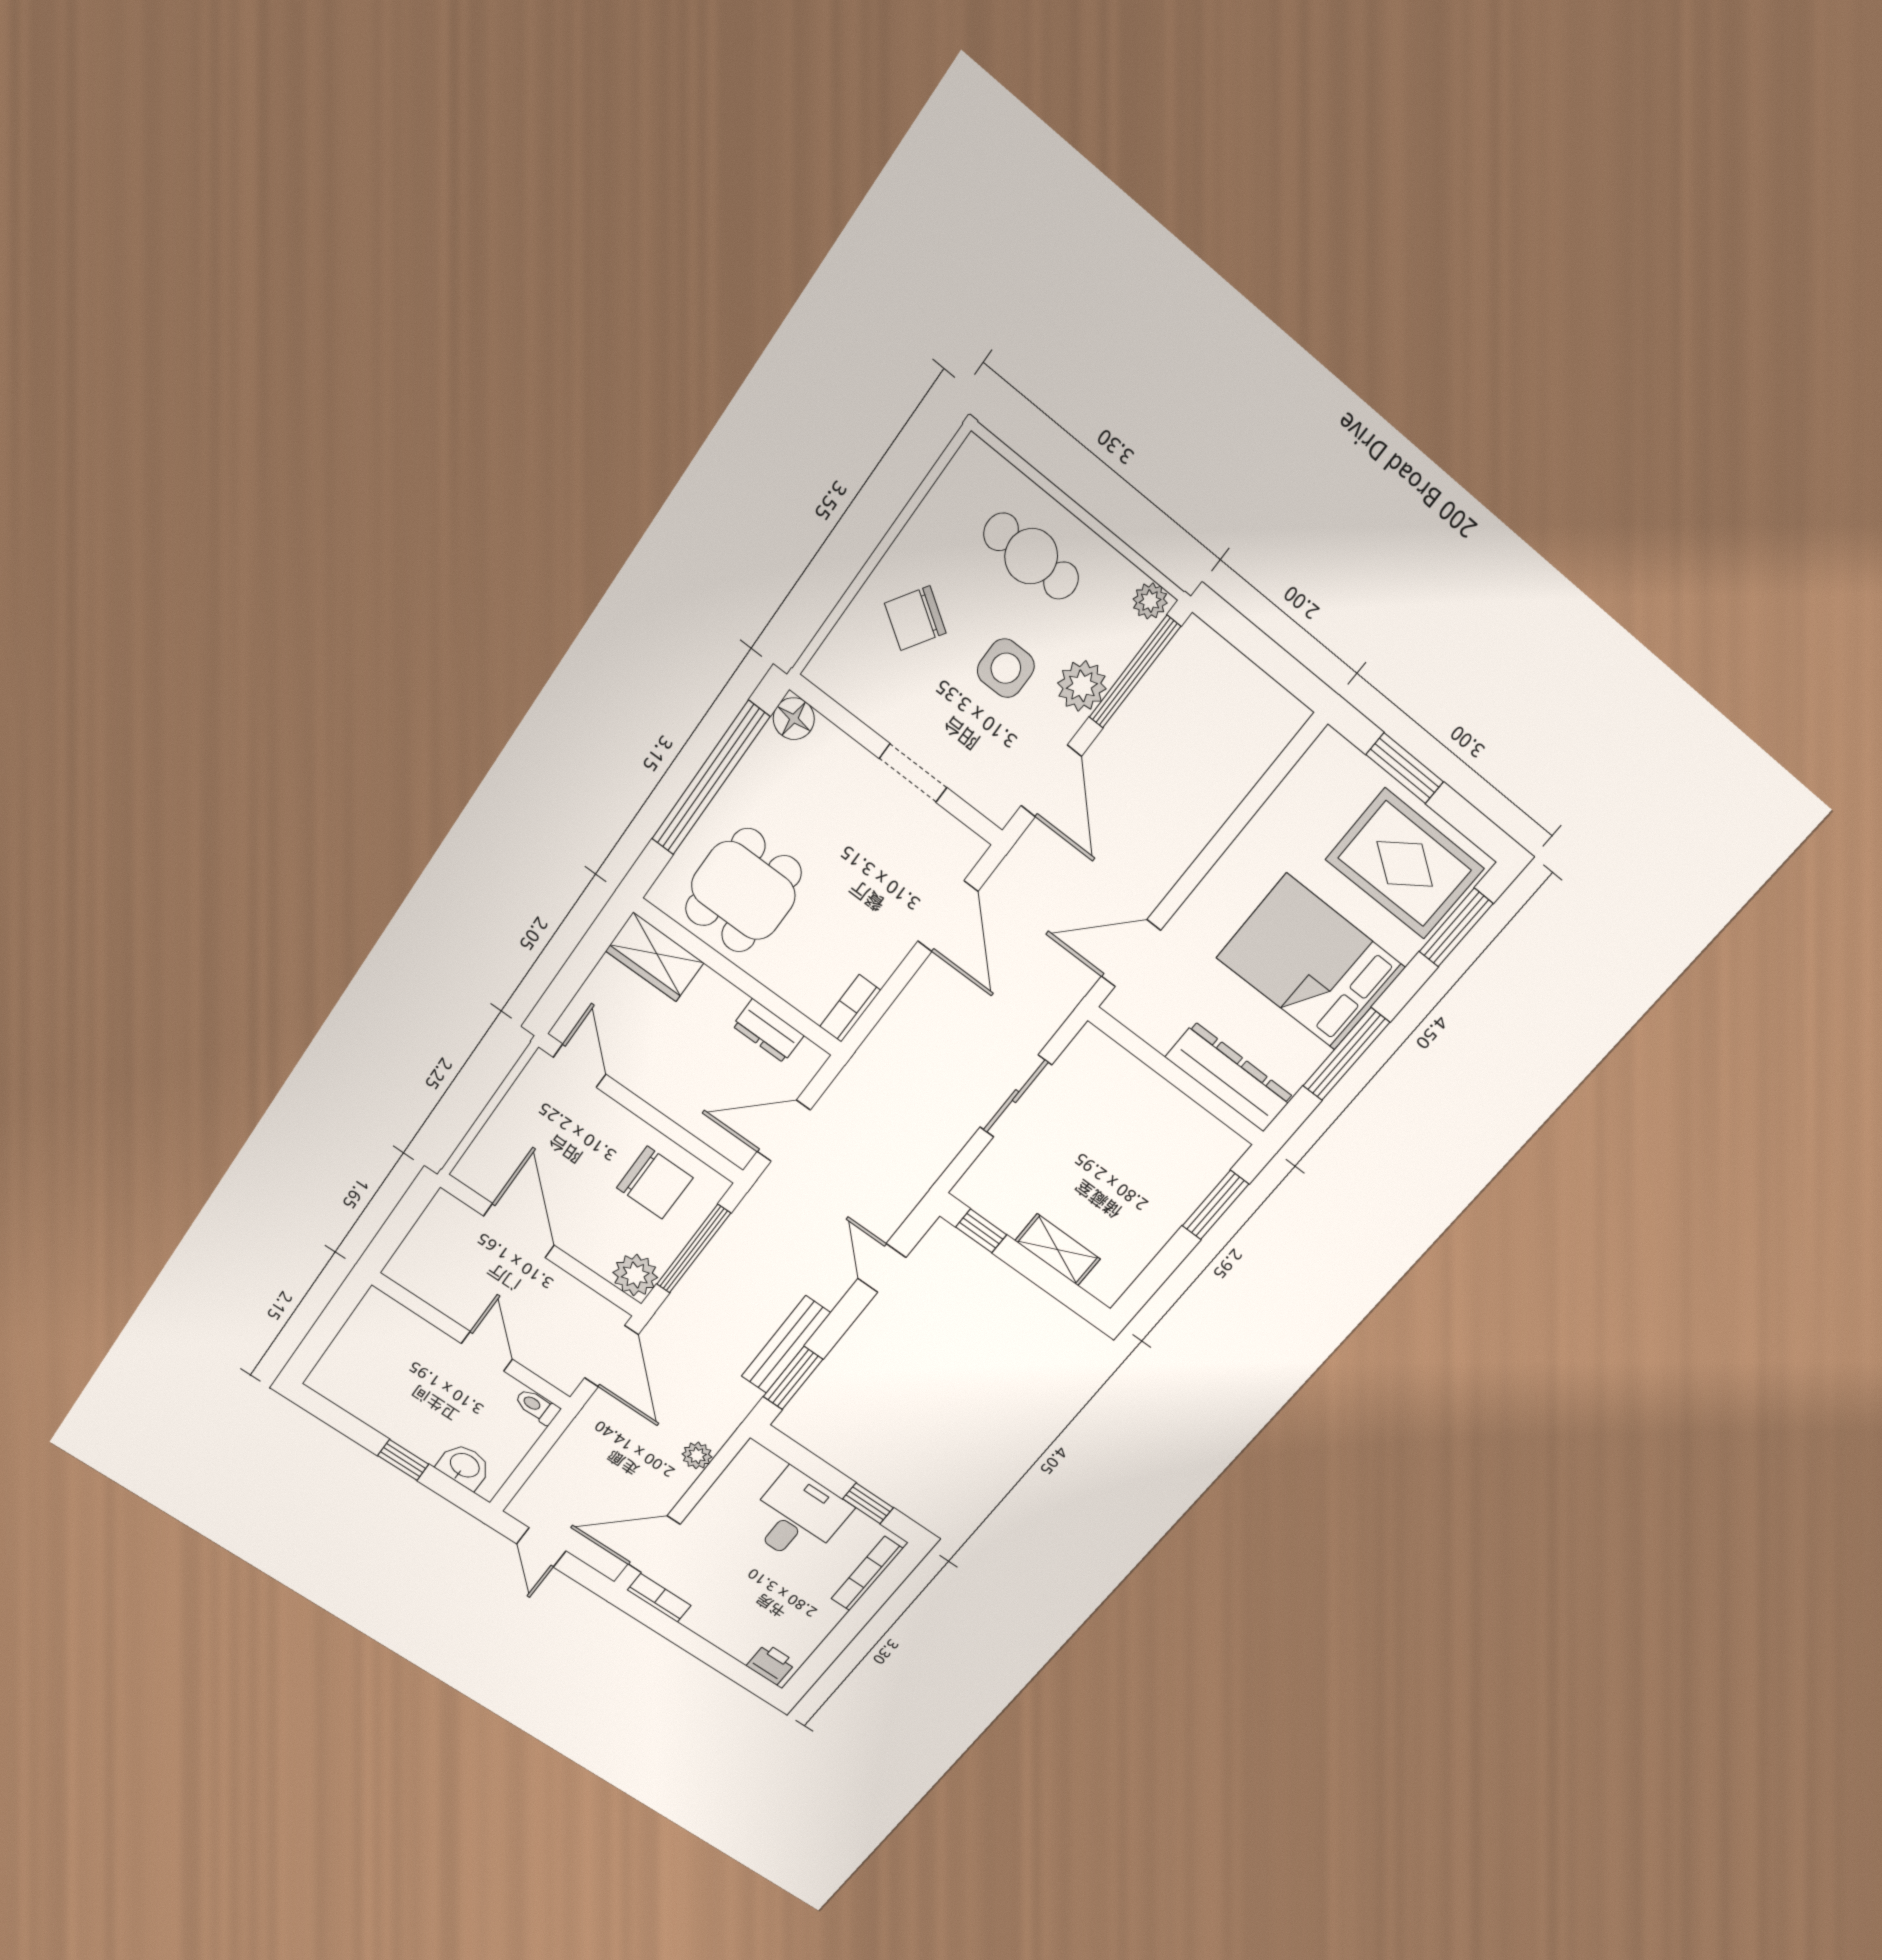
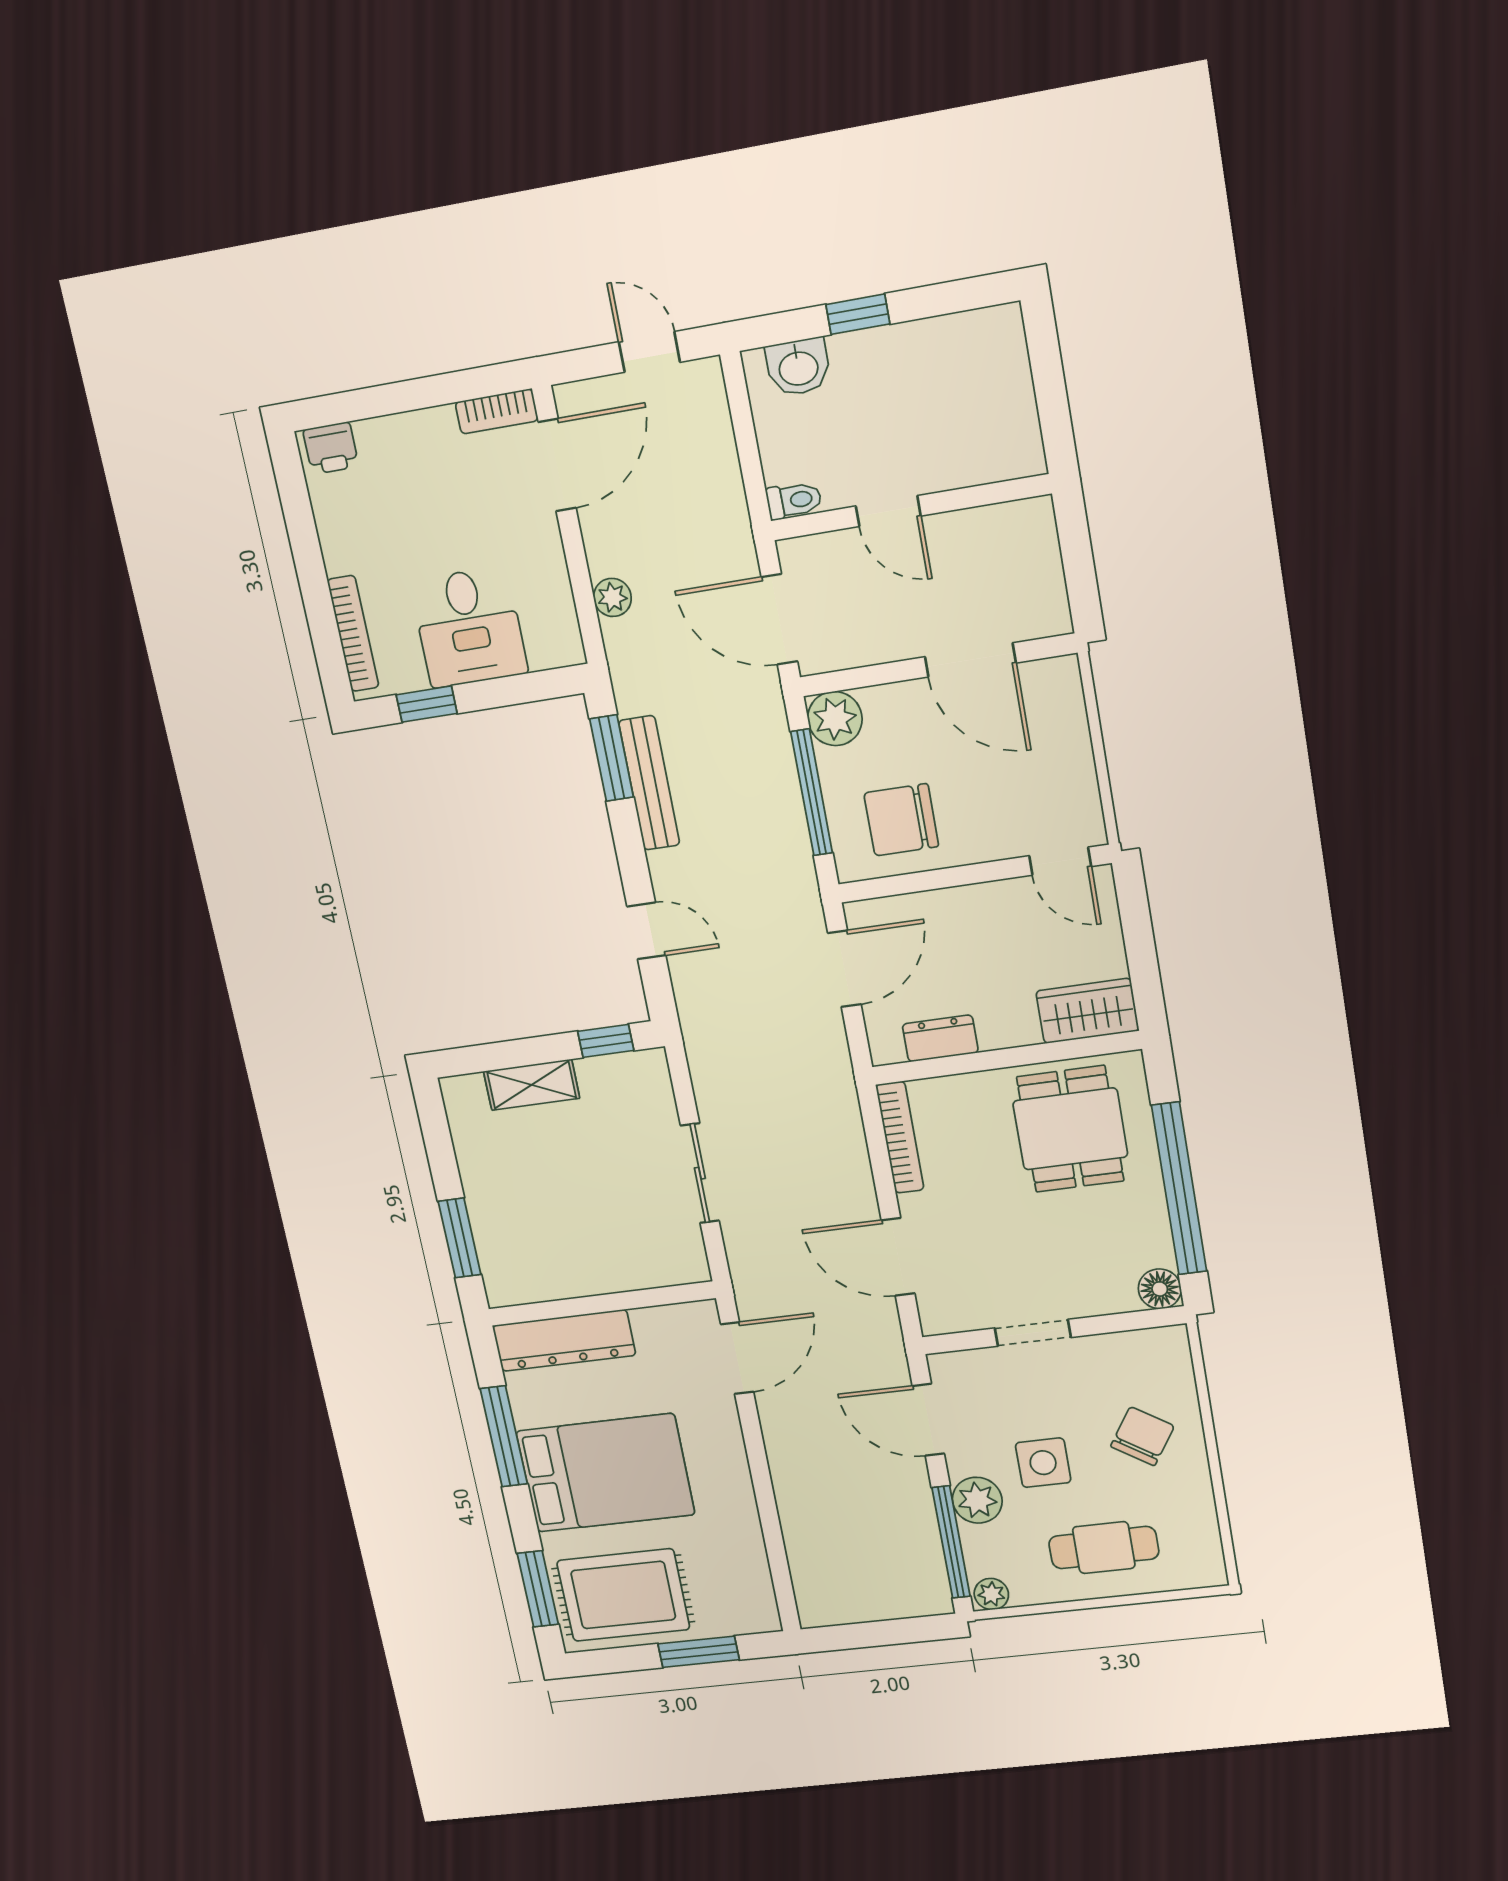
bookcase: (850, 1008) -> (900, 1137), width x1.56

